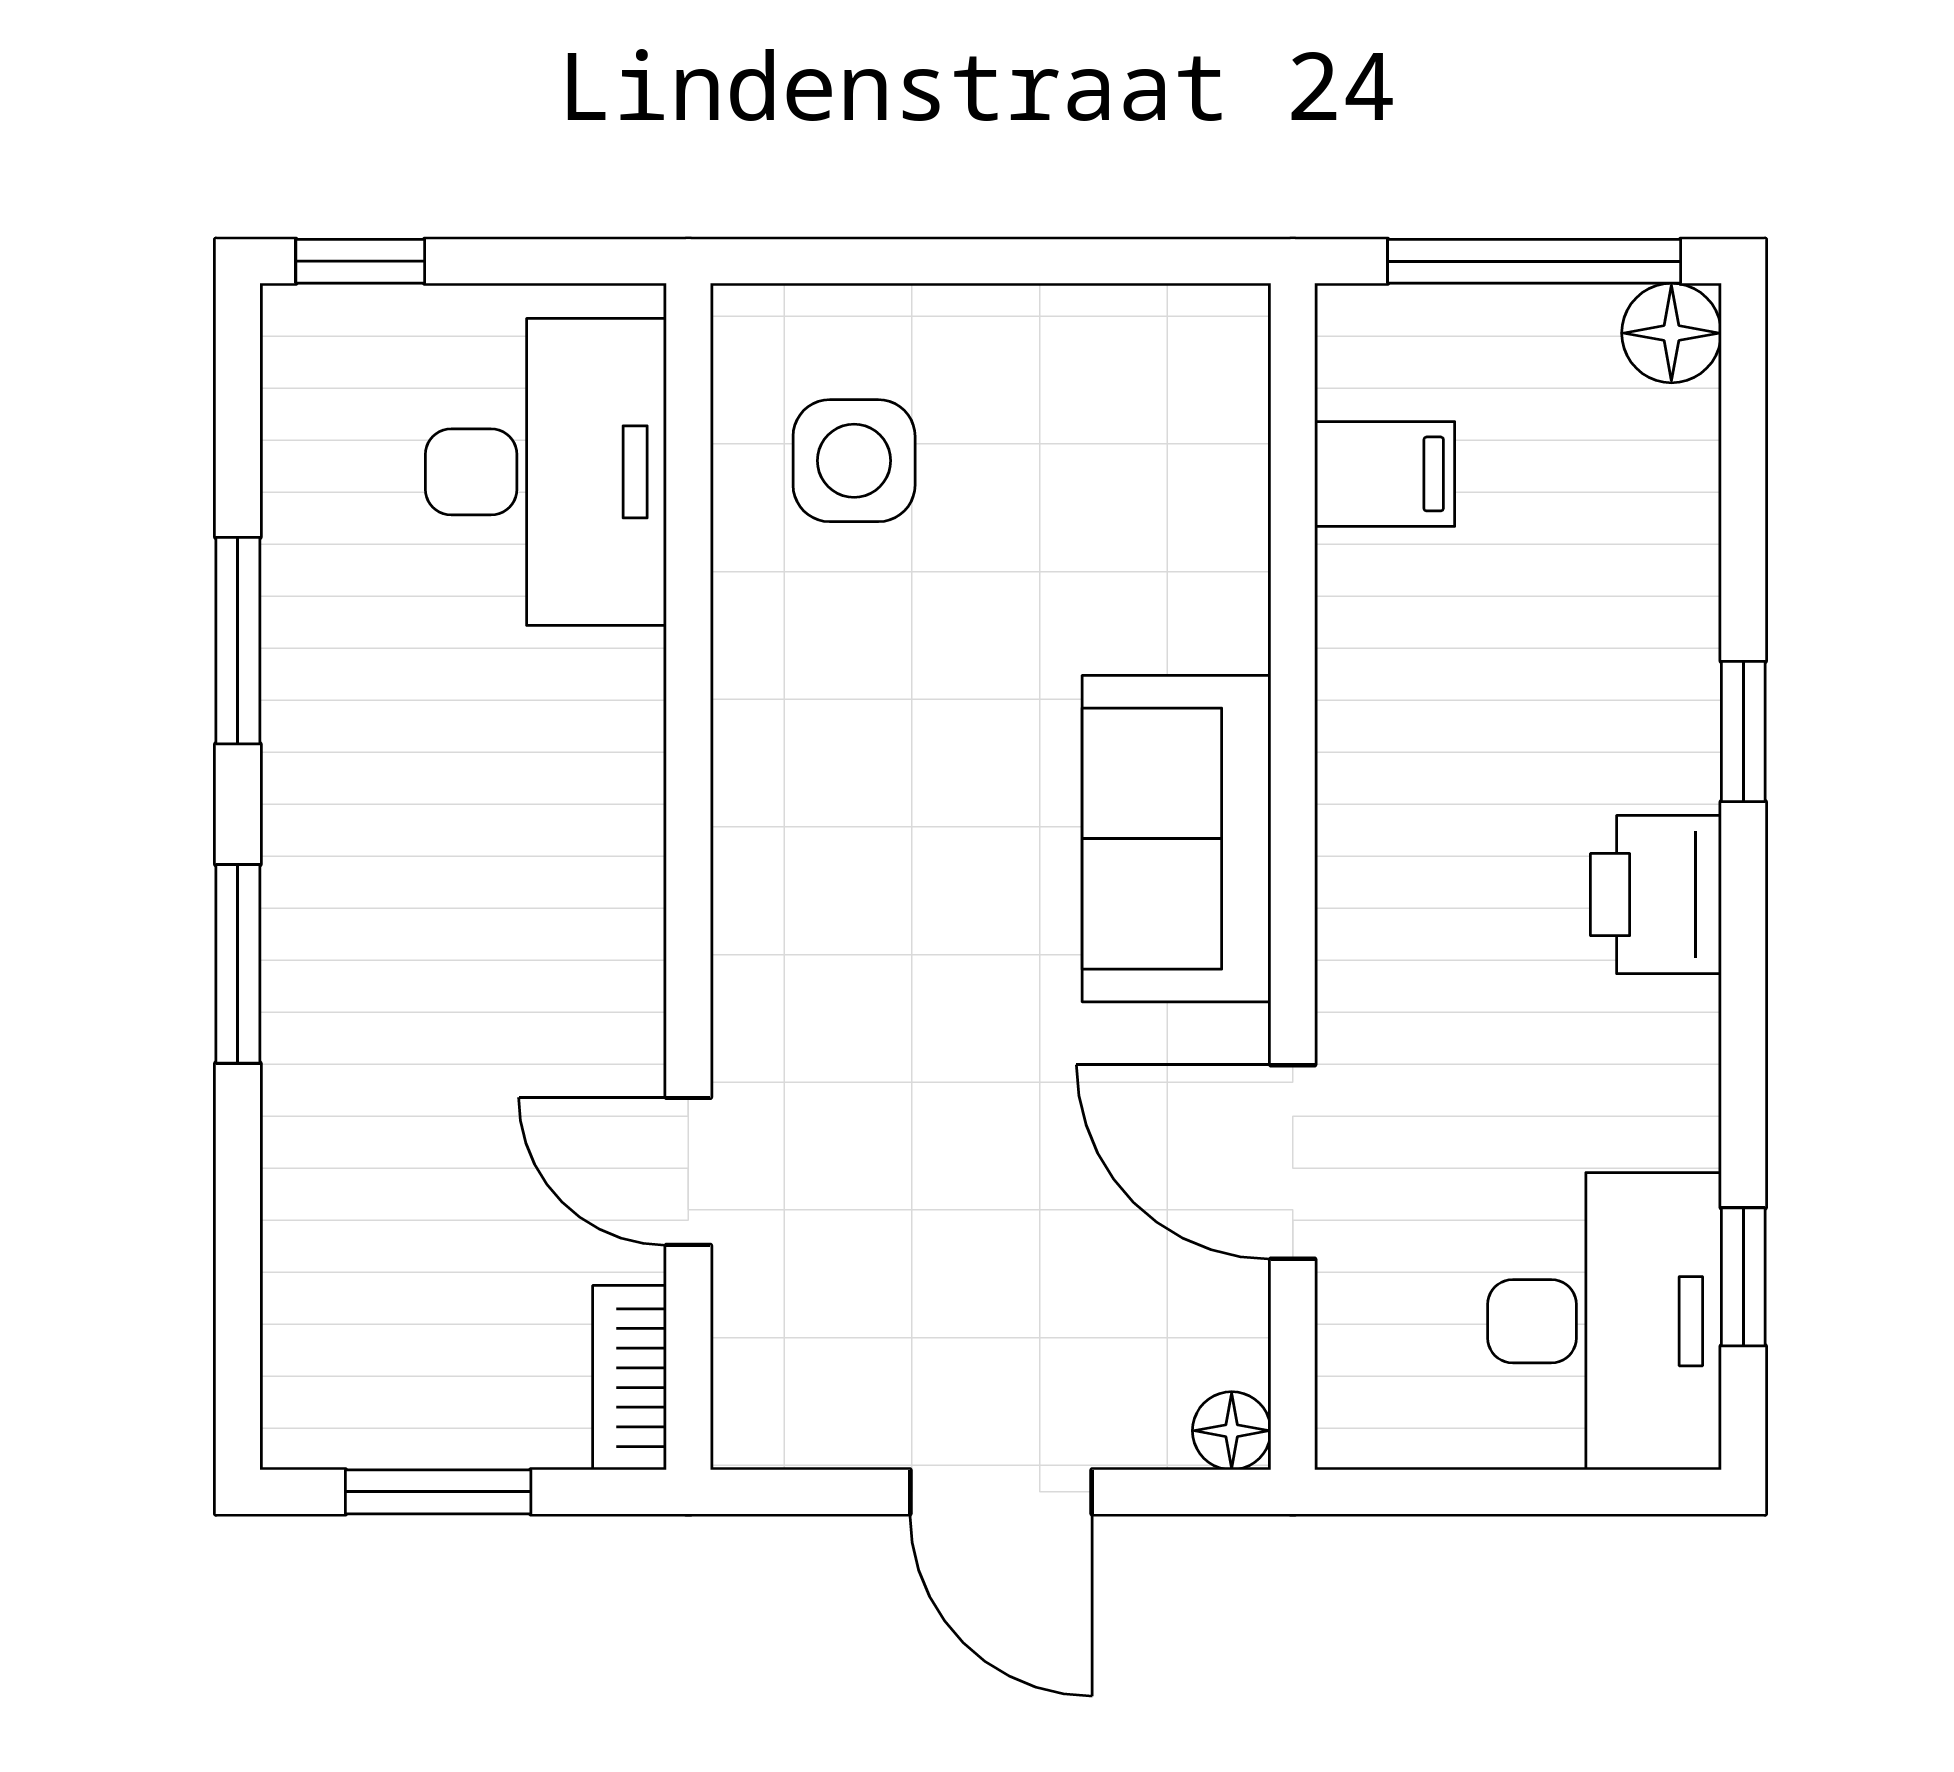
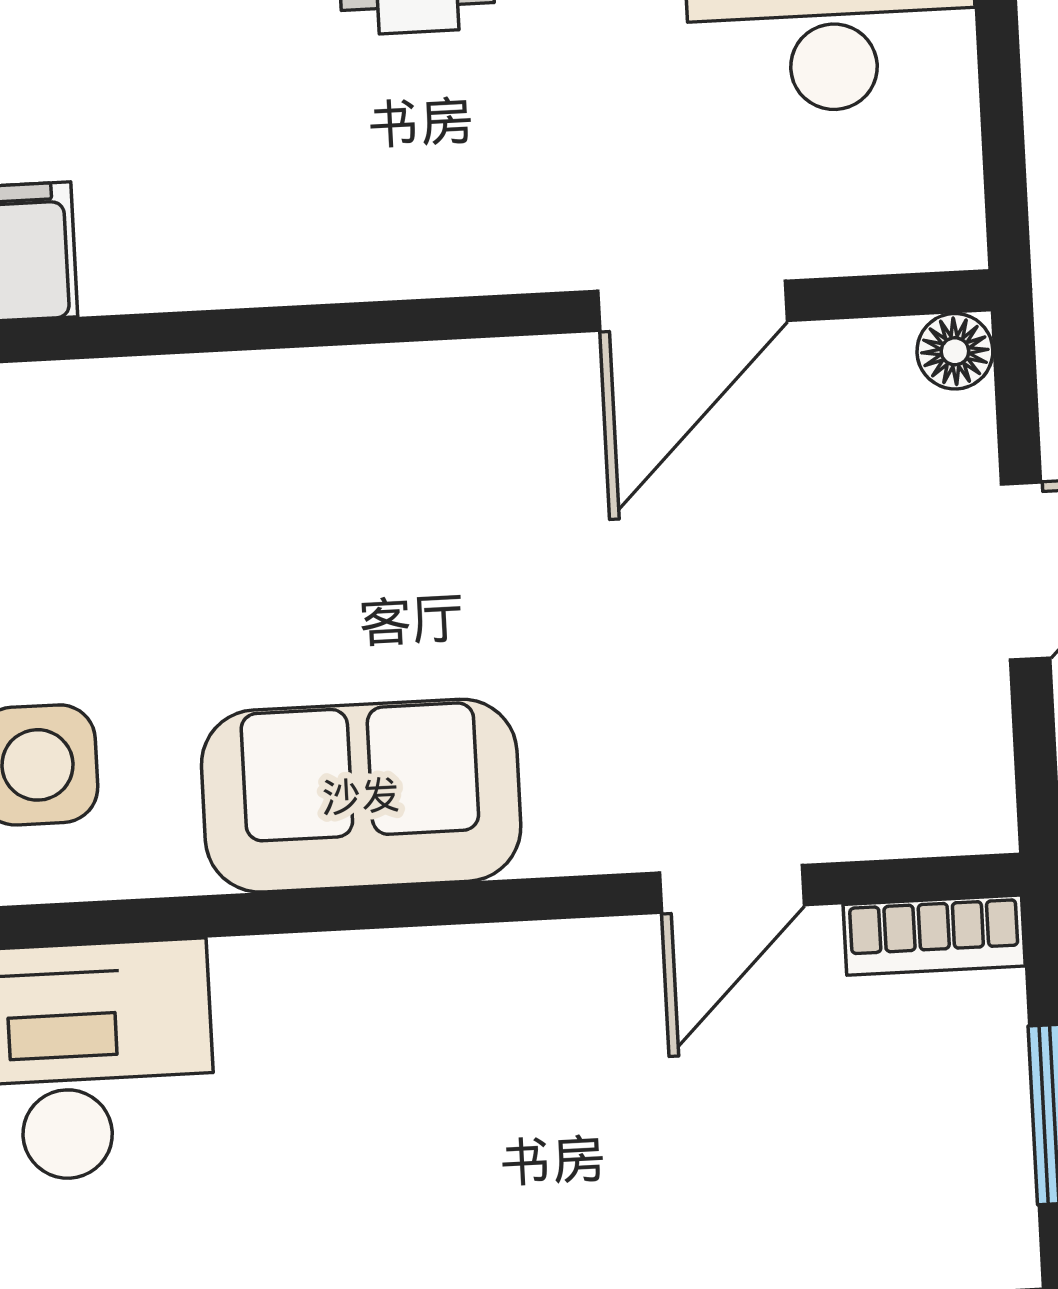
sofa: (1176, 839) -> (361, 796), moved, turned 180

